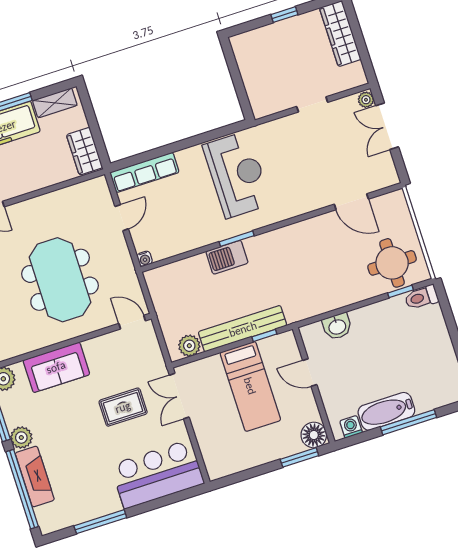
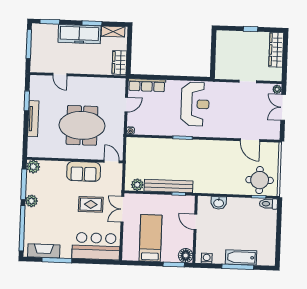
barbecue: (227, 257) -> (174, 145), removed
meeting table: (60, 280) -> (82, 125), turned 90
sofa: (56, 367) -> (84, 171), moved
bed: (250, 386) -> (151, 238), moved, turned 180
bathtub: (386, 411) -> (241, 257), moved
fireplace: (35, 477) -> (44, 251), moved, turned -90

